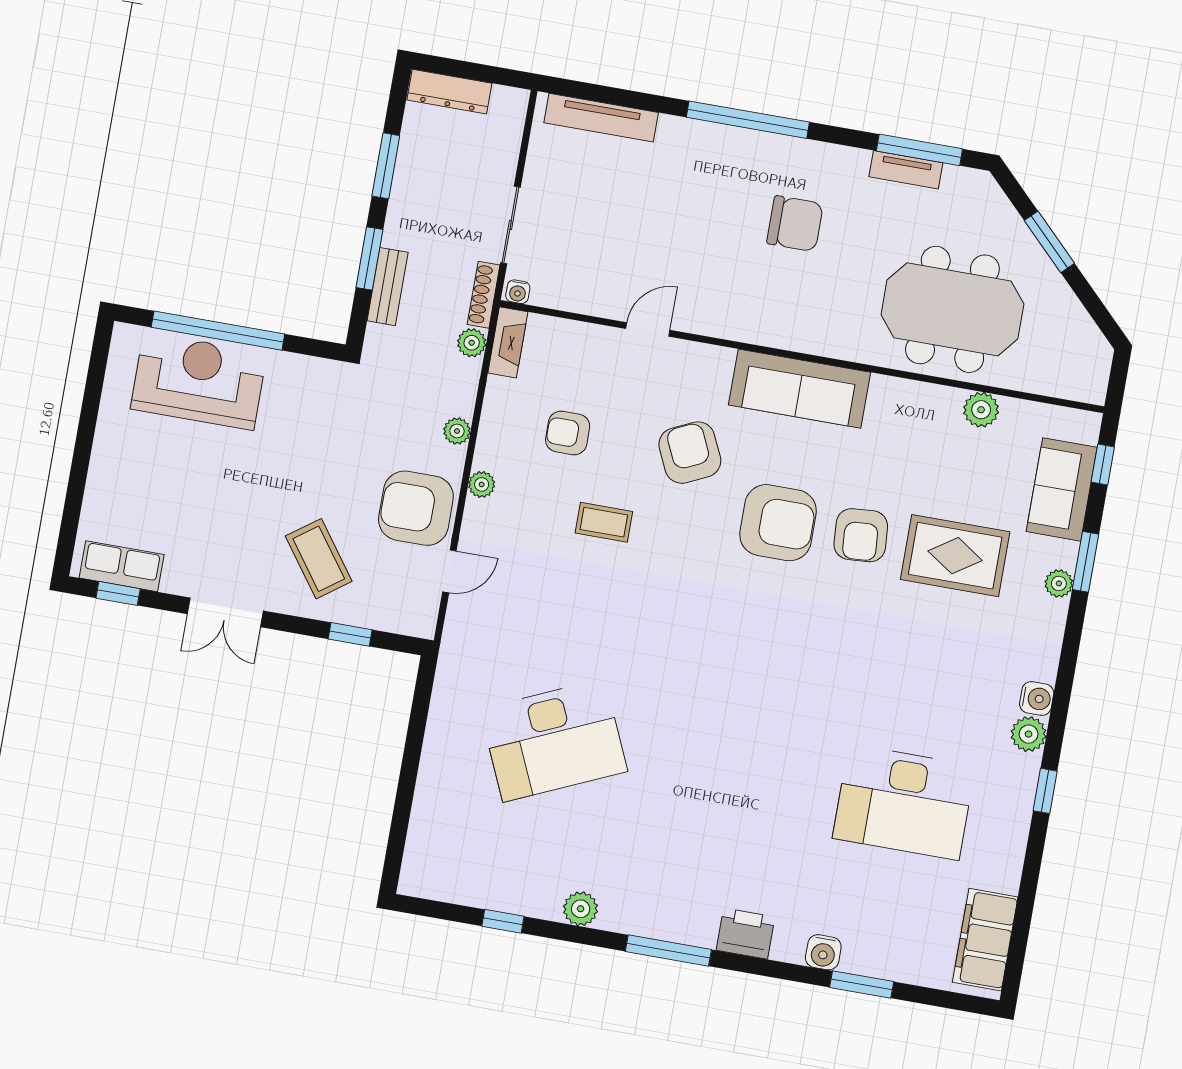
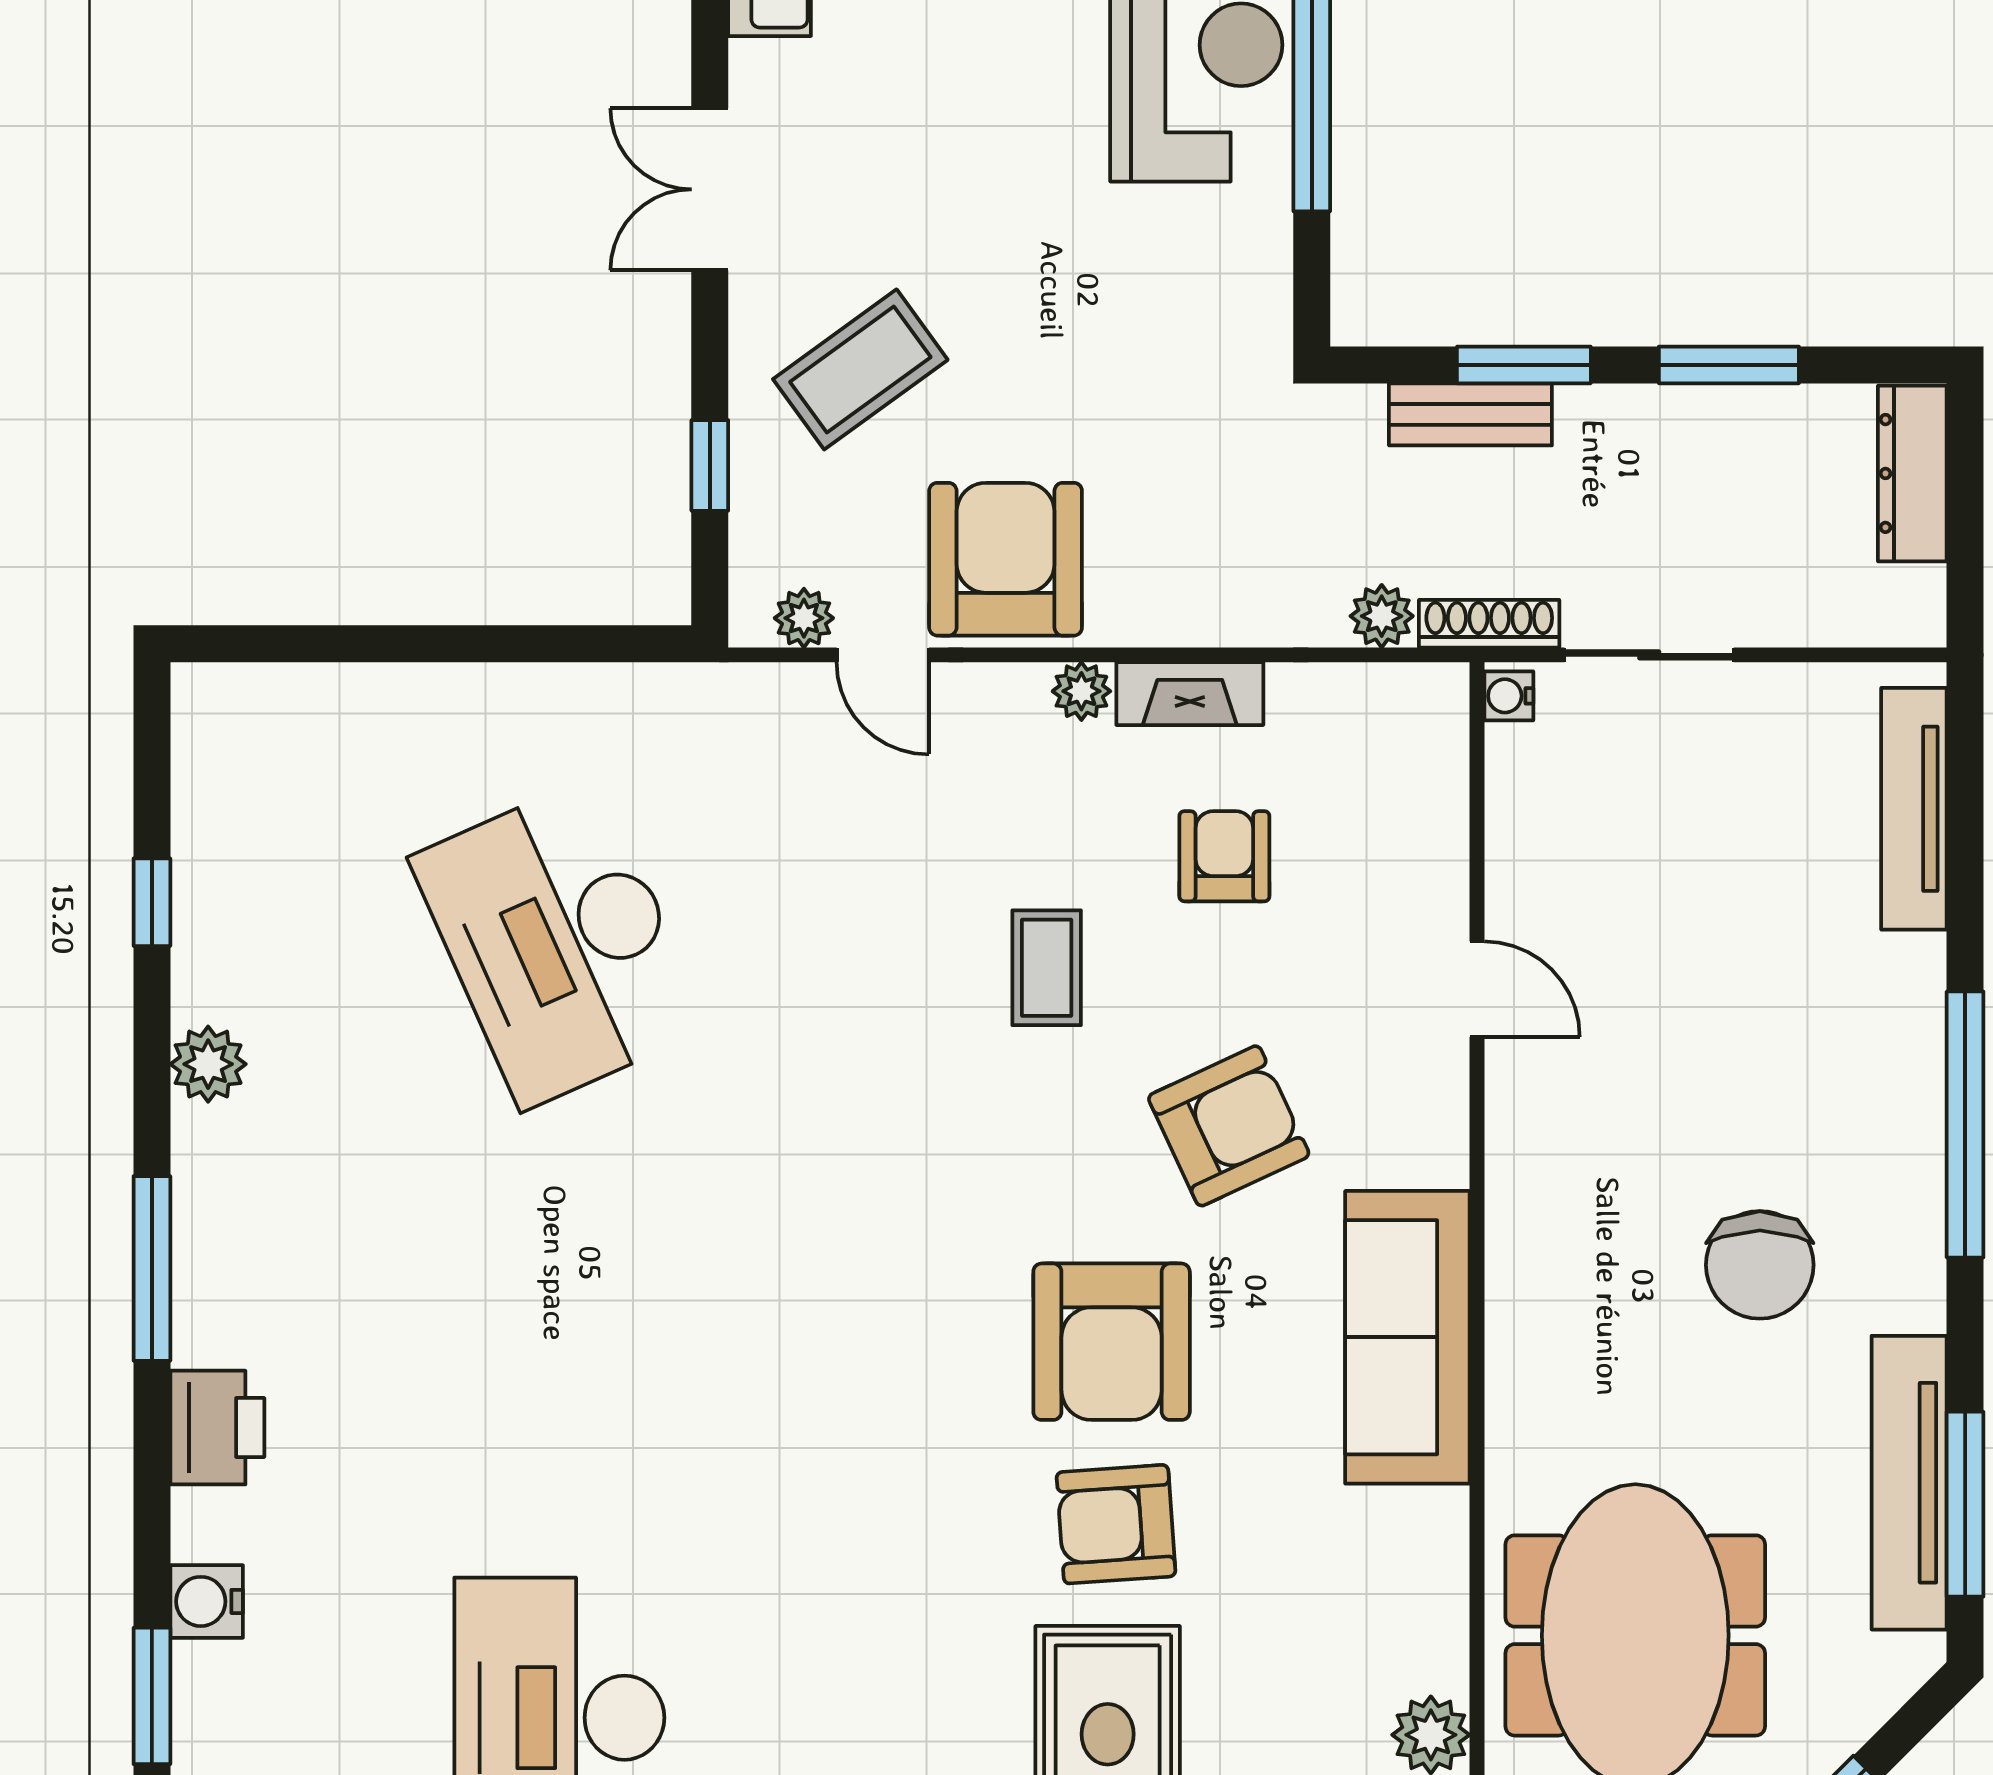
tv unit: (906, 170) -> (1909, 1483), width x1.92, depth x1.29
fireplace: (508, 342) -> (1190, 694), moved
plant: (457, 431) -> (804, 618), moved

